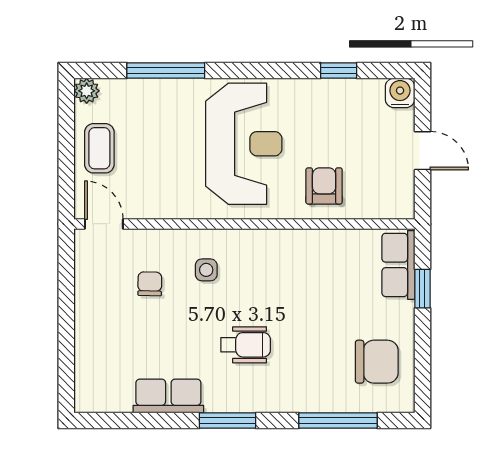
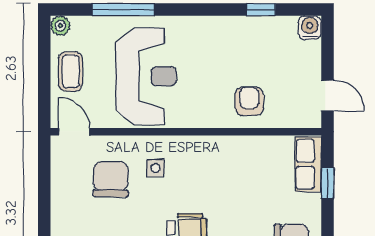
reception desk: (244, 144) -> (146, 76), moved
door: (422, 151) -> (328, 96), moved
chair: (150, 284) -> (111, 179), width x1.87, depth x1.87

